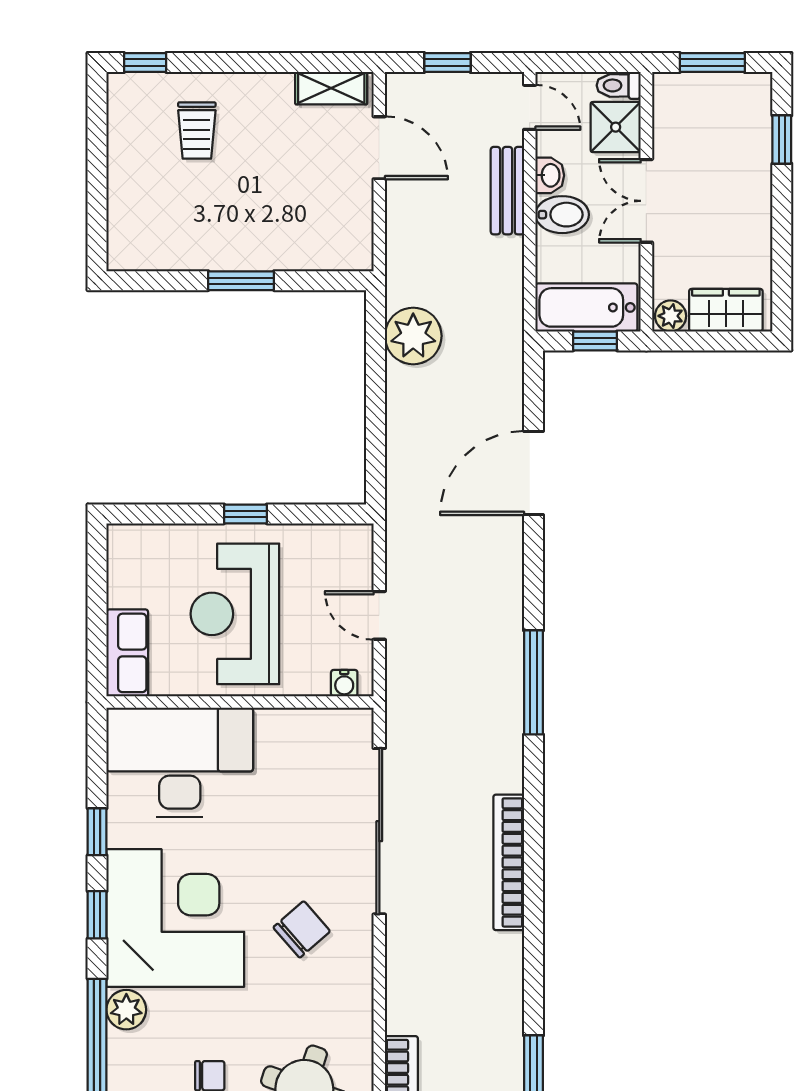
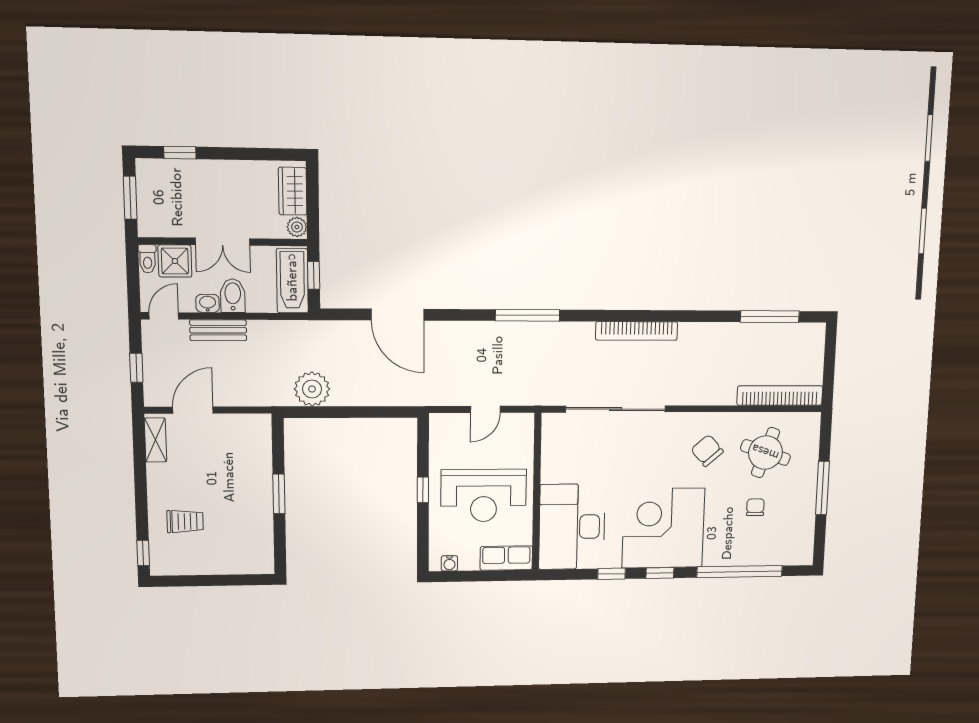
water cooler: (344, 683) -> (449, 563), moved, turned 90
chair: (302, 929) -> (707, 451), moved
plant: (126, 1010) -> (715, 555), removed

